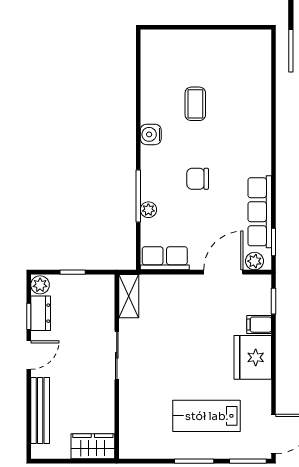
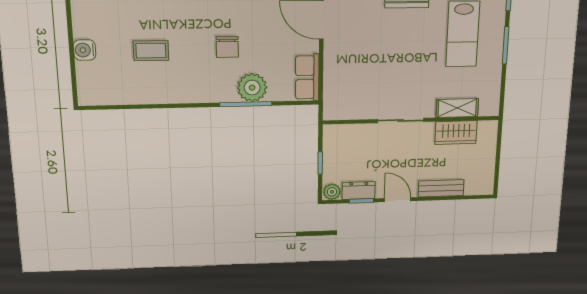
water cooler: (151, 134) -> (85, 50), moved, turned 90
plant: (148, 210) -> (252, 88), width x1.88, depth x1.88
shelving: (129, 296) -> (457, 108), moved
bench: (40, 410) -> (441, 188), width x0.73
wardrobe: (93, 446) -> (456, 133), moved, turned -90

